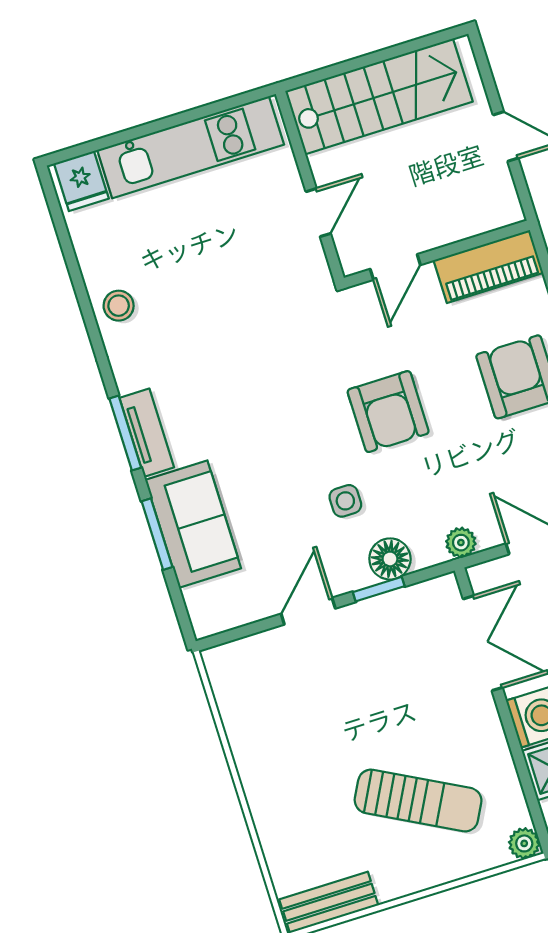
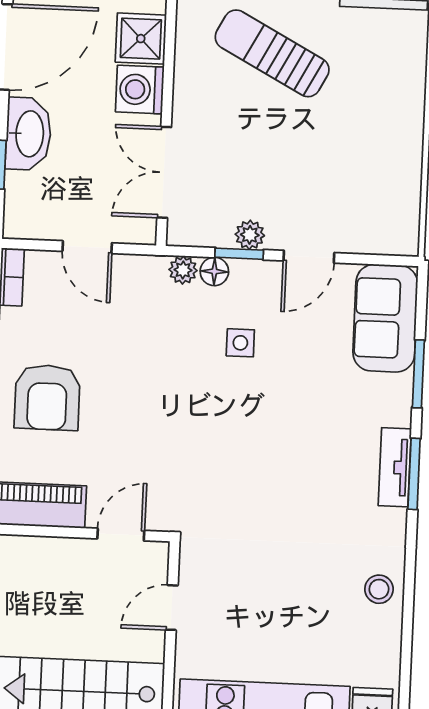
armchair: (388, 412) -> (174, 408), removed
sofa: (193, 524) -> (385, 318), moved
plant: (461, 543) -> (183, 270), moved
floor lamp: (390, 559) -> (214, 271), width x0.73, depth x0.73
plant: (375, 612) -> (250, 235), added

